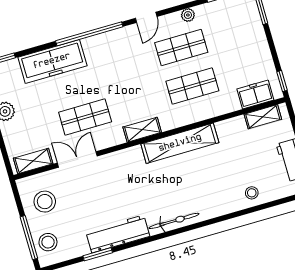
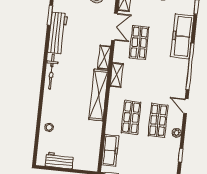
freezer: (255, 94) -> (110, 150), width x1.40
shelving: (263, 117) -> (104, 57), moved

